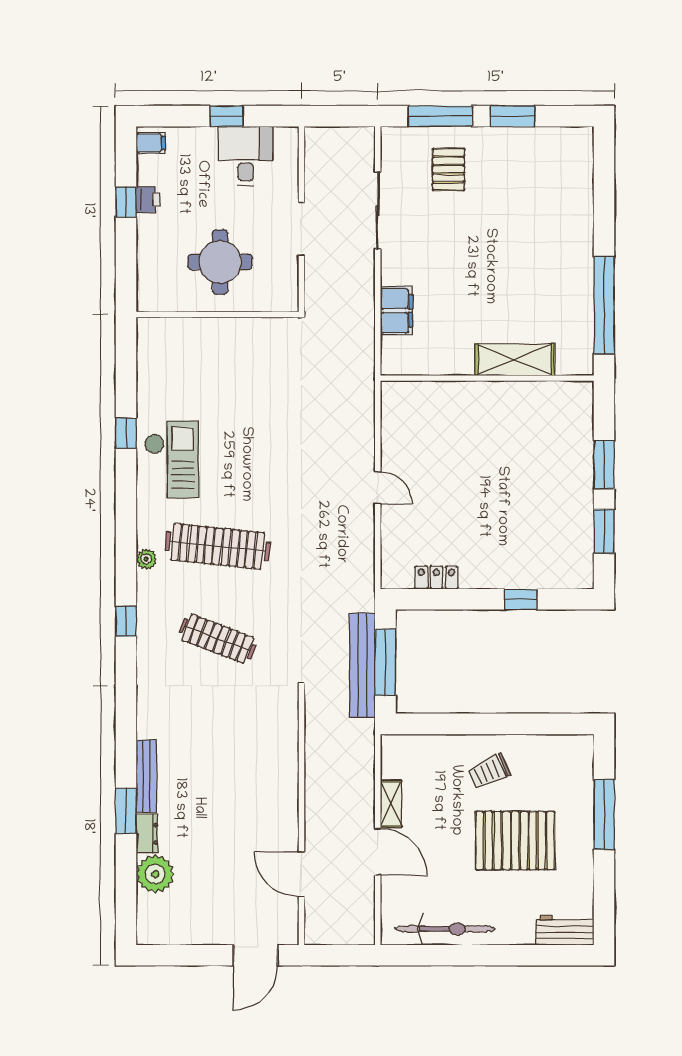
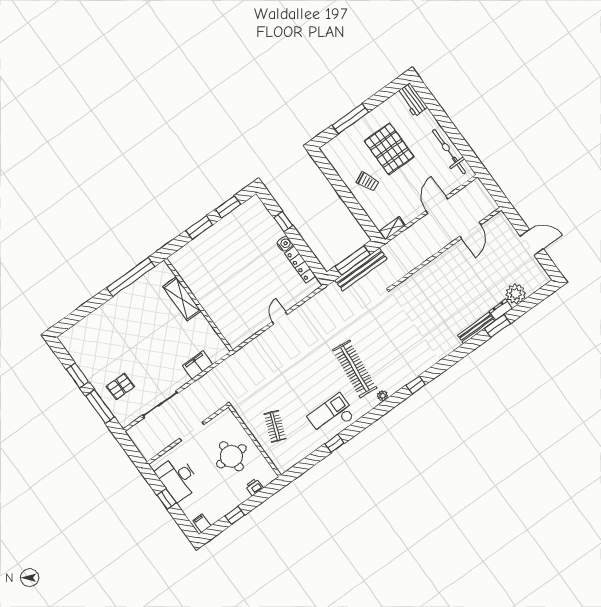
desk: (246, 156) -> (178, 478), width x1.37
printer: (148, 200) -> (254, 487), moved
water cooler: (485, 577) -> (285, 244), added
locker: (436, 578) -> (300, 265), width x1.53
clothes rail: (218, 639) -> (275, 426), moved, width x0.73
shelving: (391, 804) -> (392, 228), moved
door: (255, 955) -> (532, 242), moved

